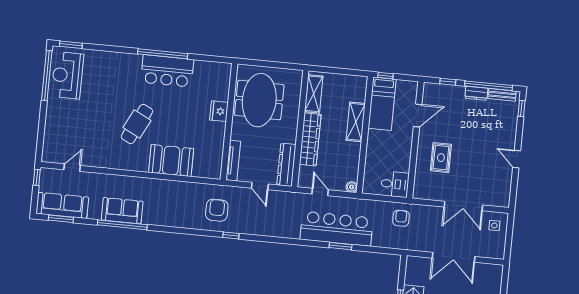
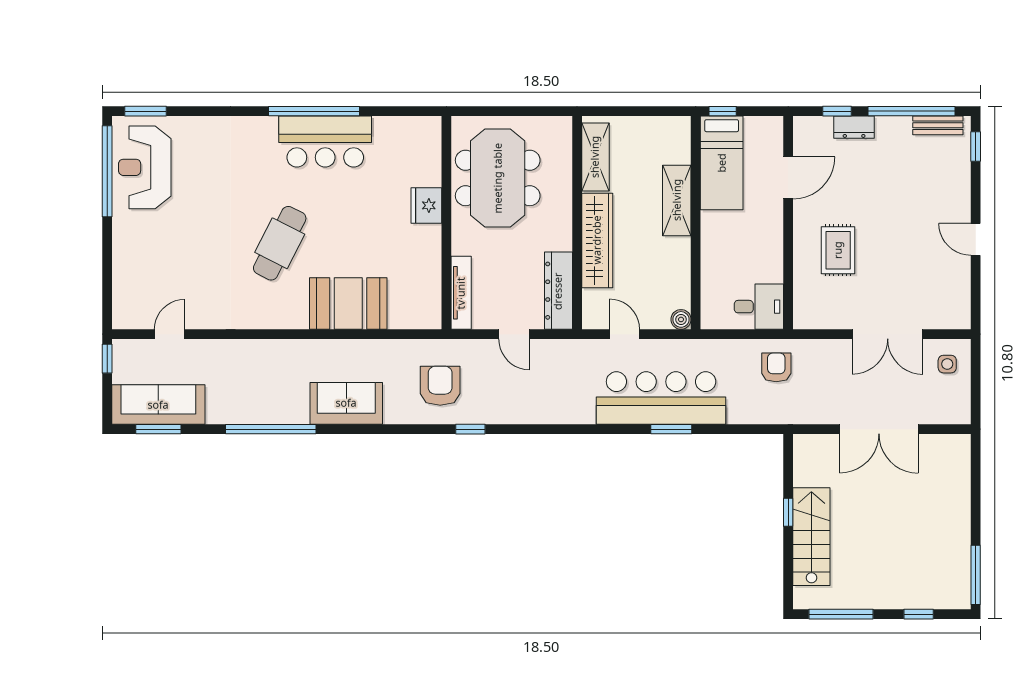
dresser: (476, 93) -> (854, 127), moved
sofa: (122, 211) -> (346, 403), moved

